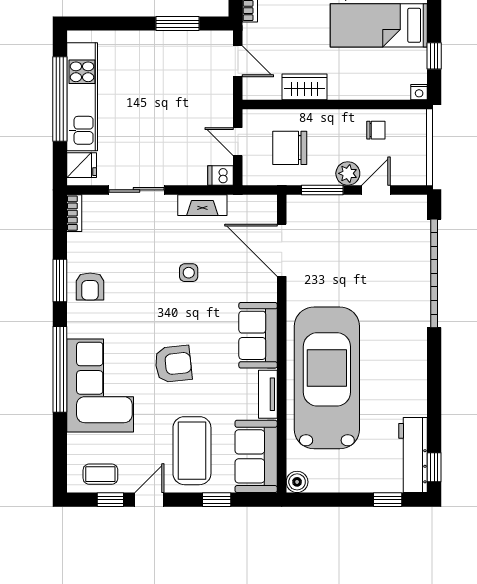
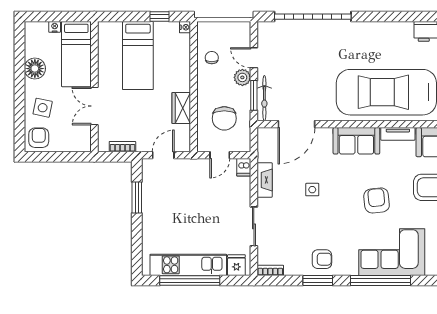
bicycle: (318, 205) -> (264, 98), added

